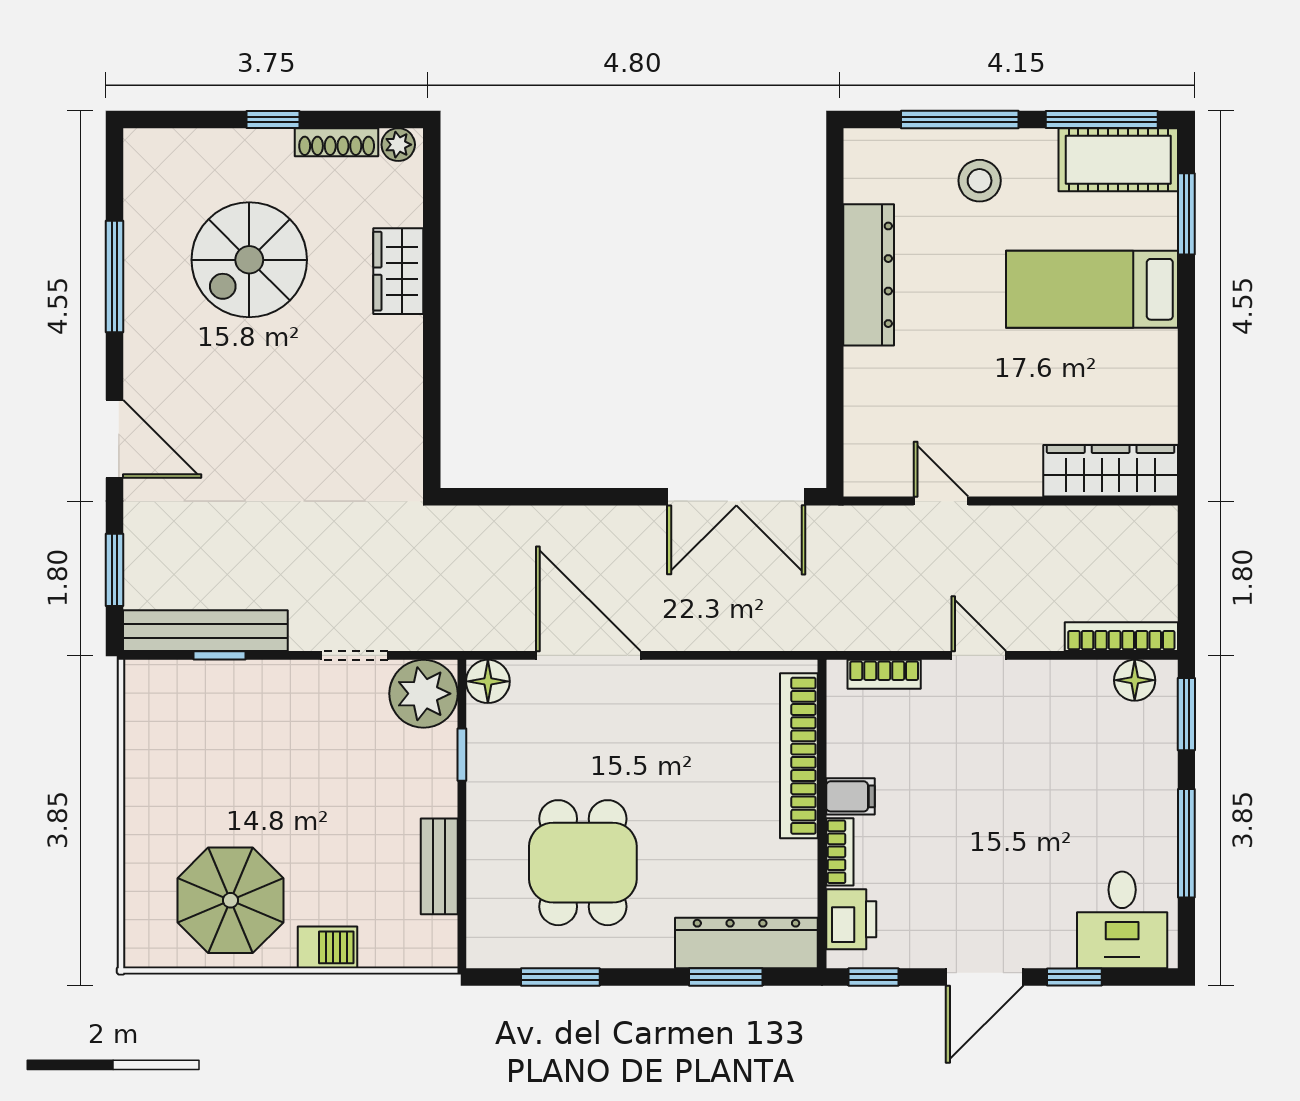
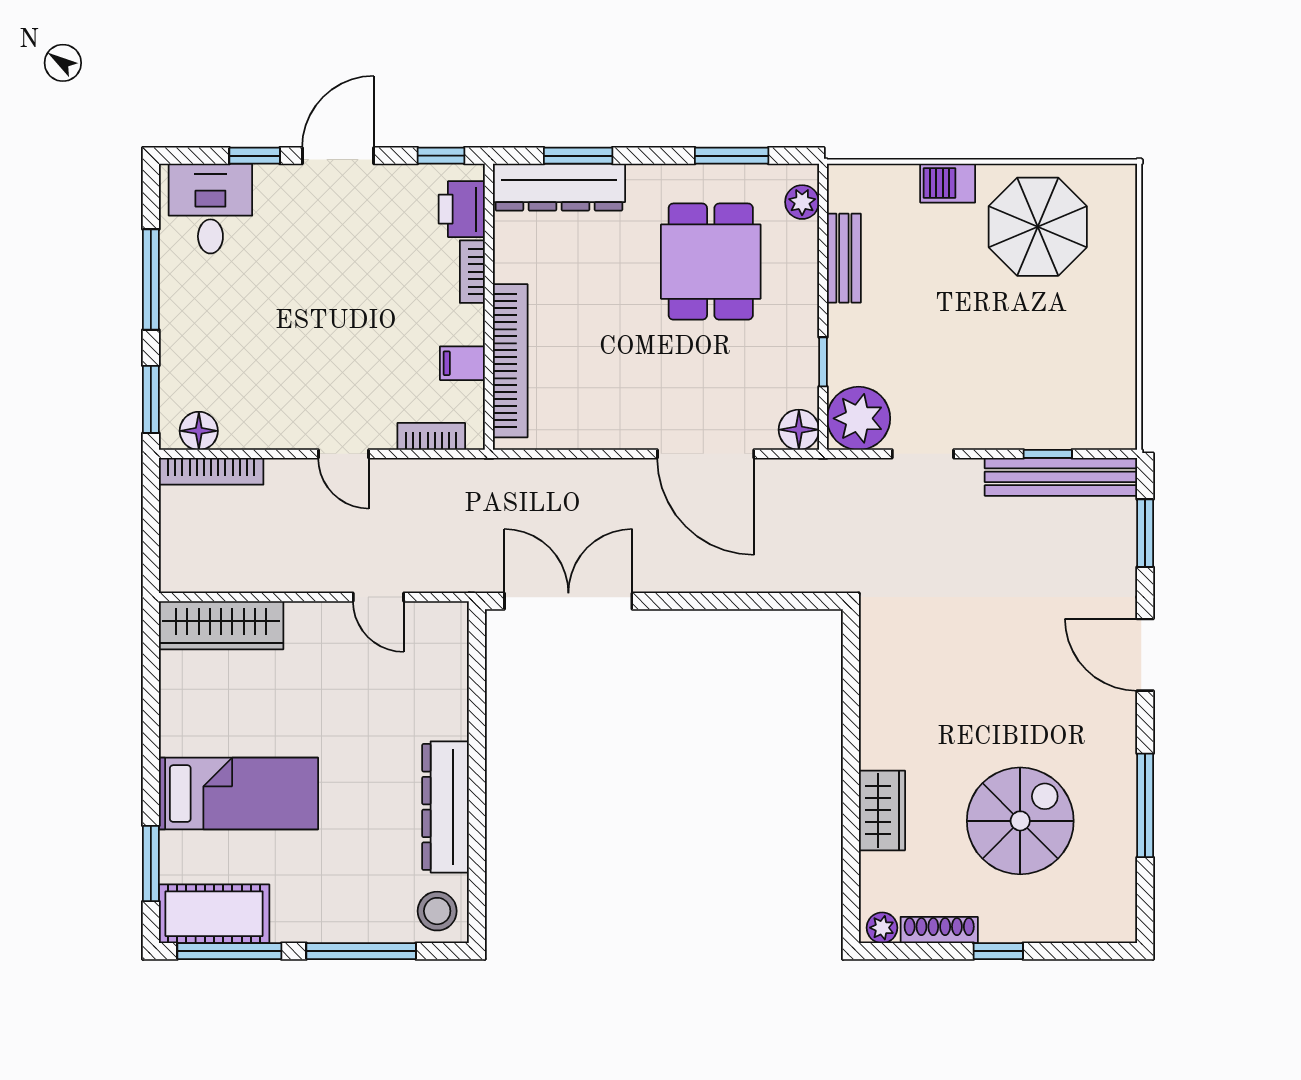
stool: (980, 181) -> (437, 911), moved
filing cabinet: (850, 796) -> (462, 363), moved
plant: (484, 927) -> (802, 202), added

